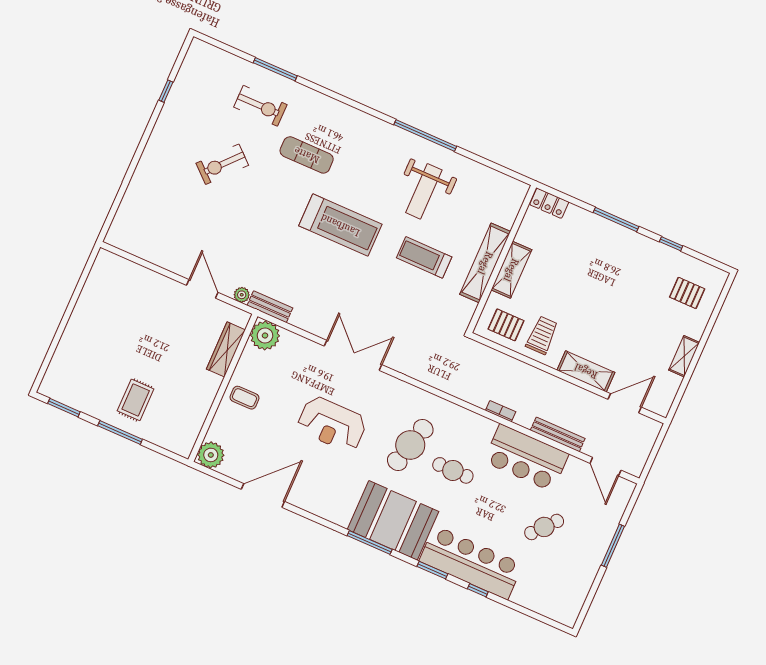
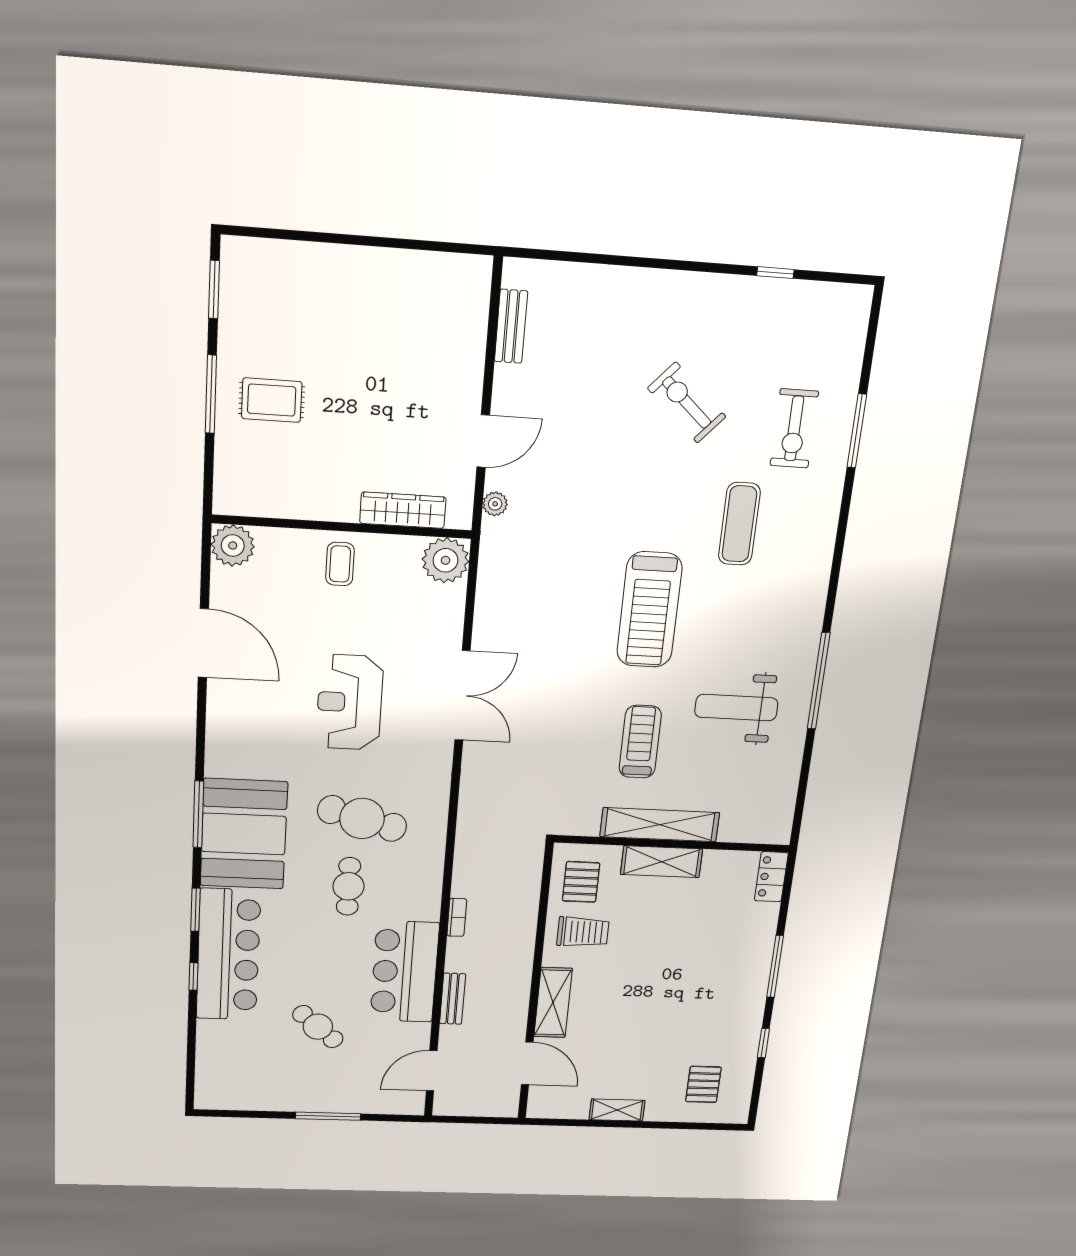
bench: (270, 307) -> (511, 326), moved
bench: (558, 434) -> (453, 999), width x0.73

